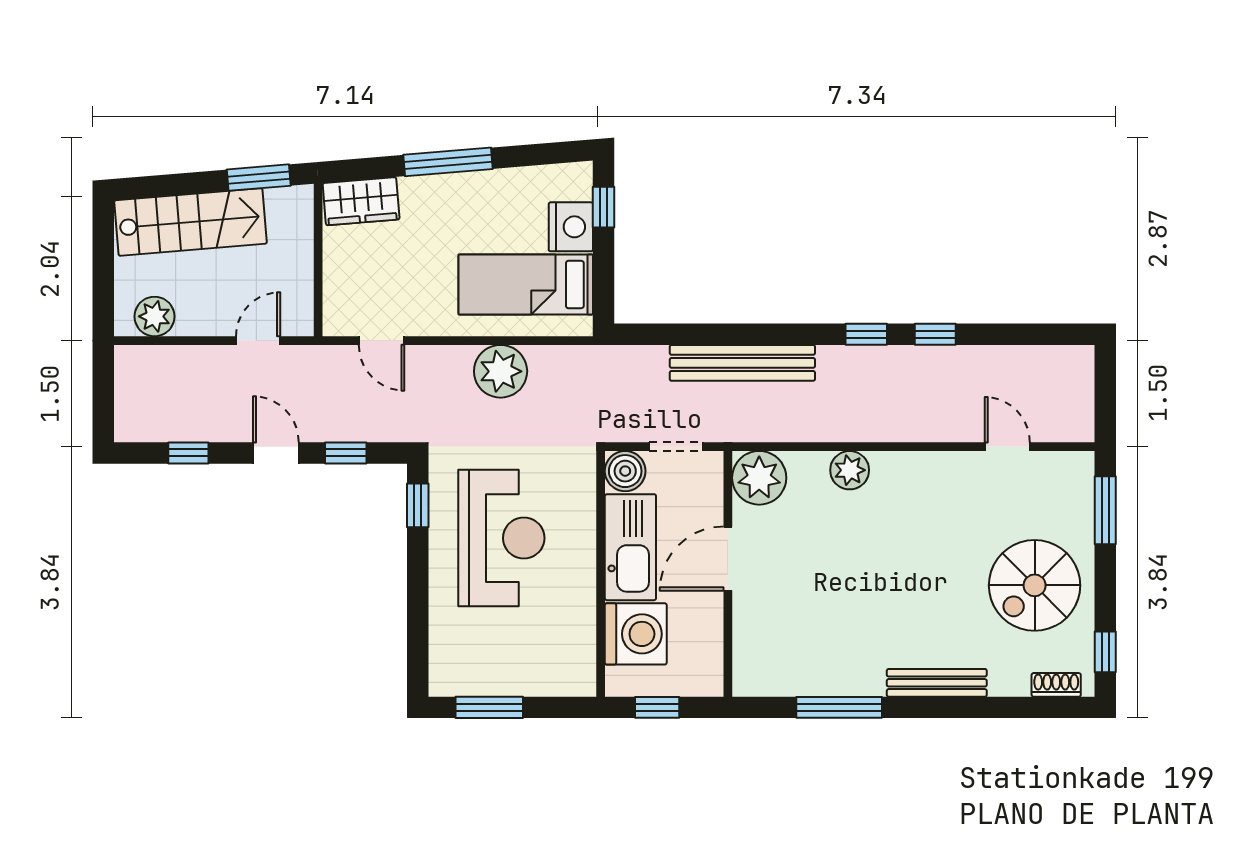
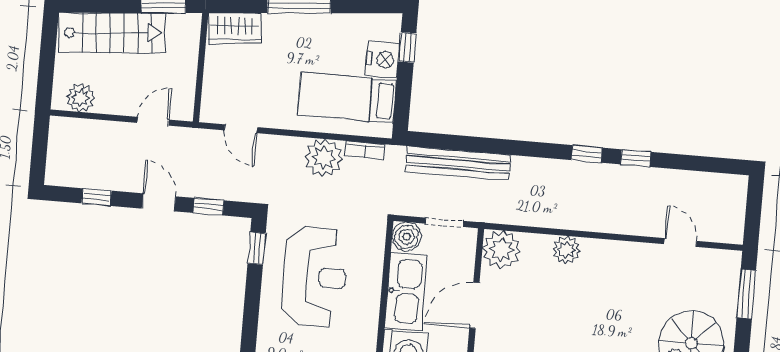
bookcase: (557, 356) -> (365, 150), added
bench: (742, 363) -> (458, 163), moved

